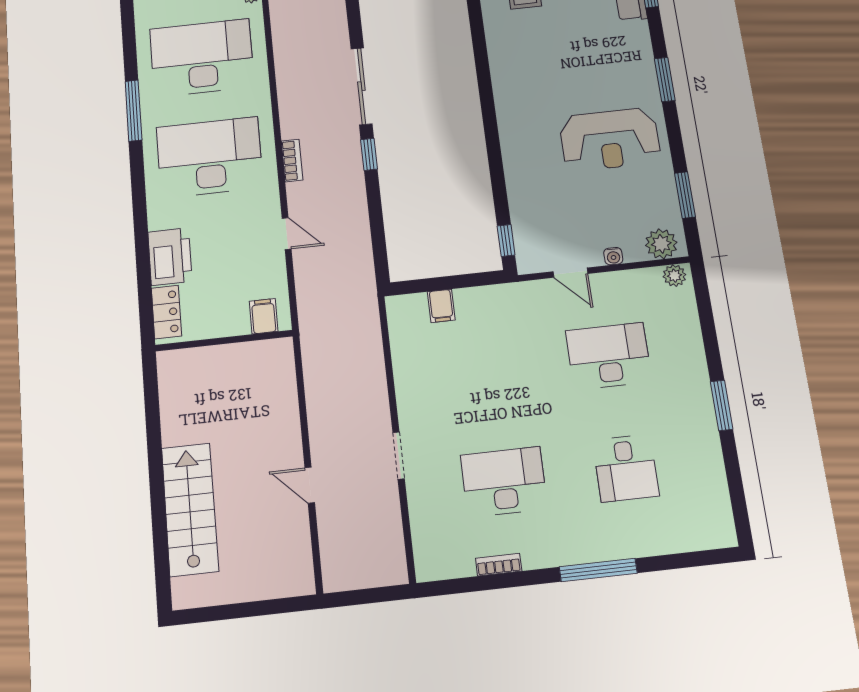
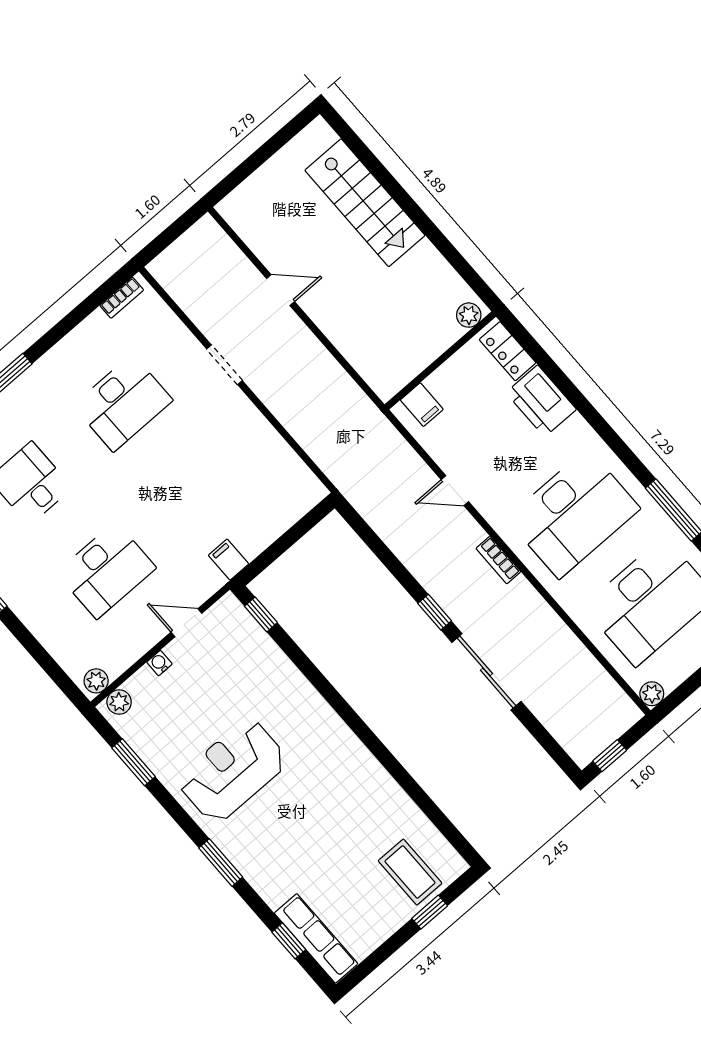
plant: (661, 244) -> (119, 702), width x0.73, depth x0.73
filing cabinet: (441, 306) -> (228, 560), moved
plant: (175, 361) -> (469, 315), added
bookcase: (499, 565) -> (122, 298), moved

